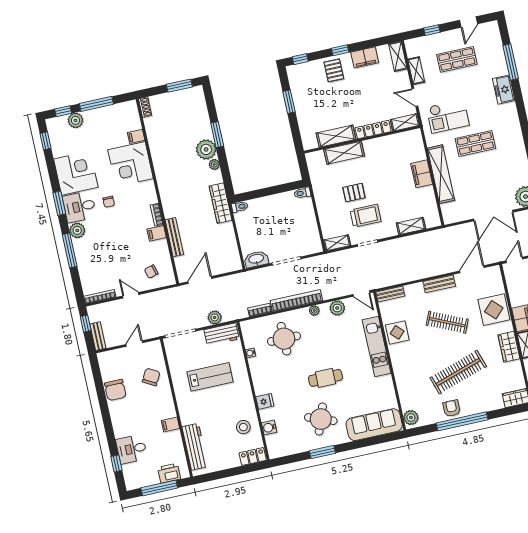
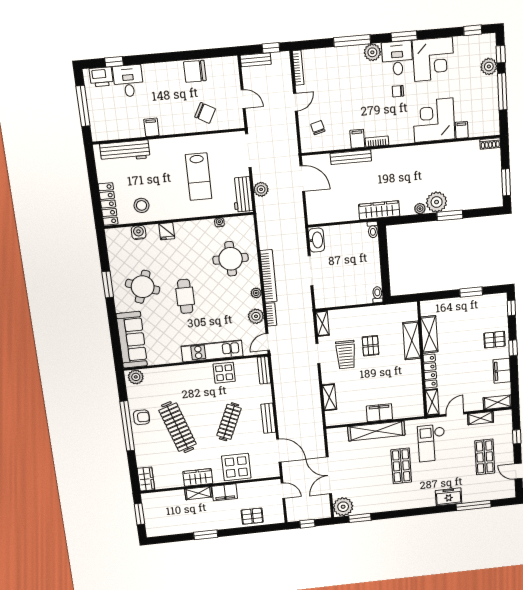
bookcase: (260, 310) -> (271, 314), moved
locker: (253, 456) -> (108, 204), width x1.53
printer: (169, 473) -> (101, 77), moved, turned 90

